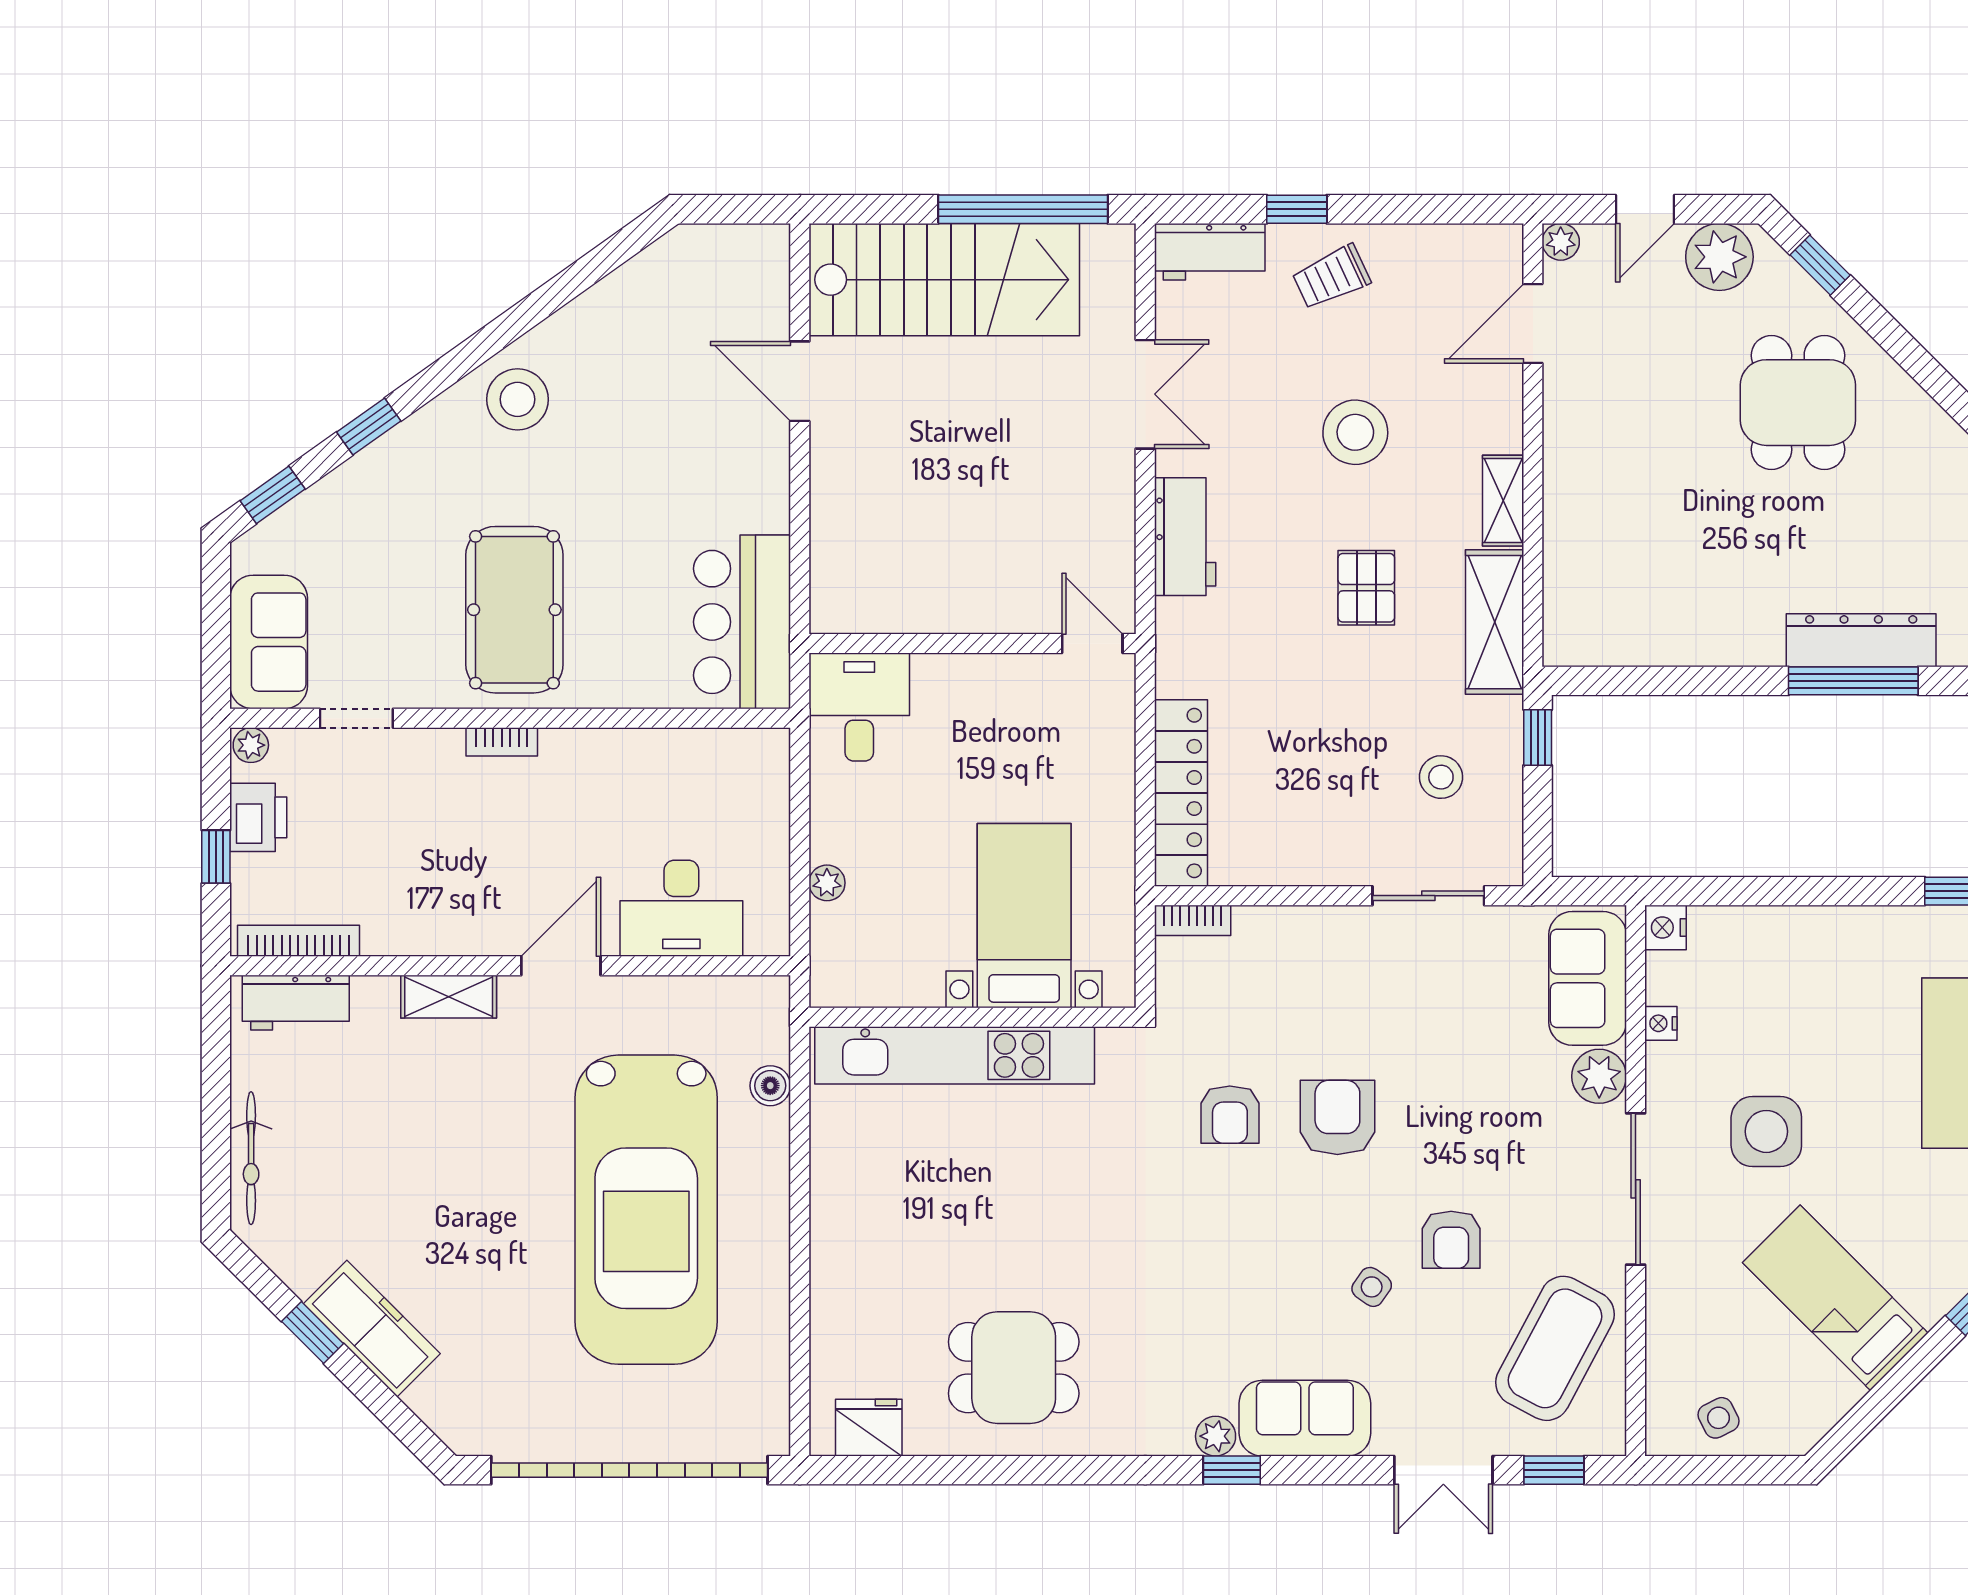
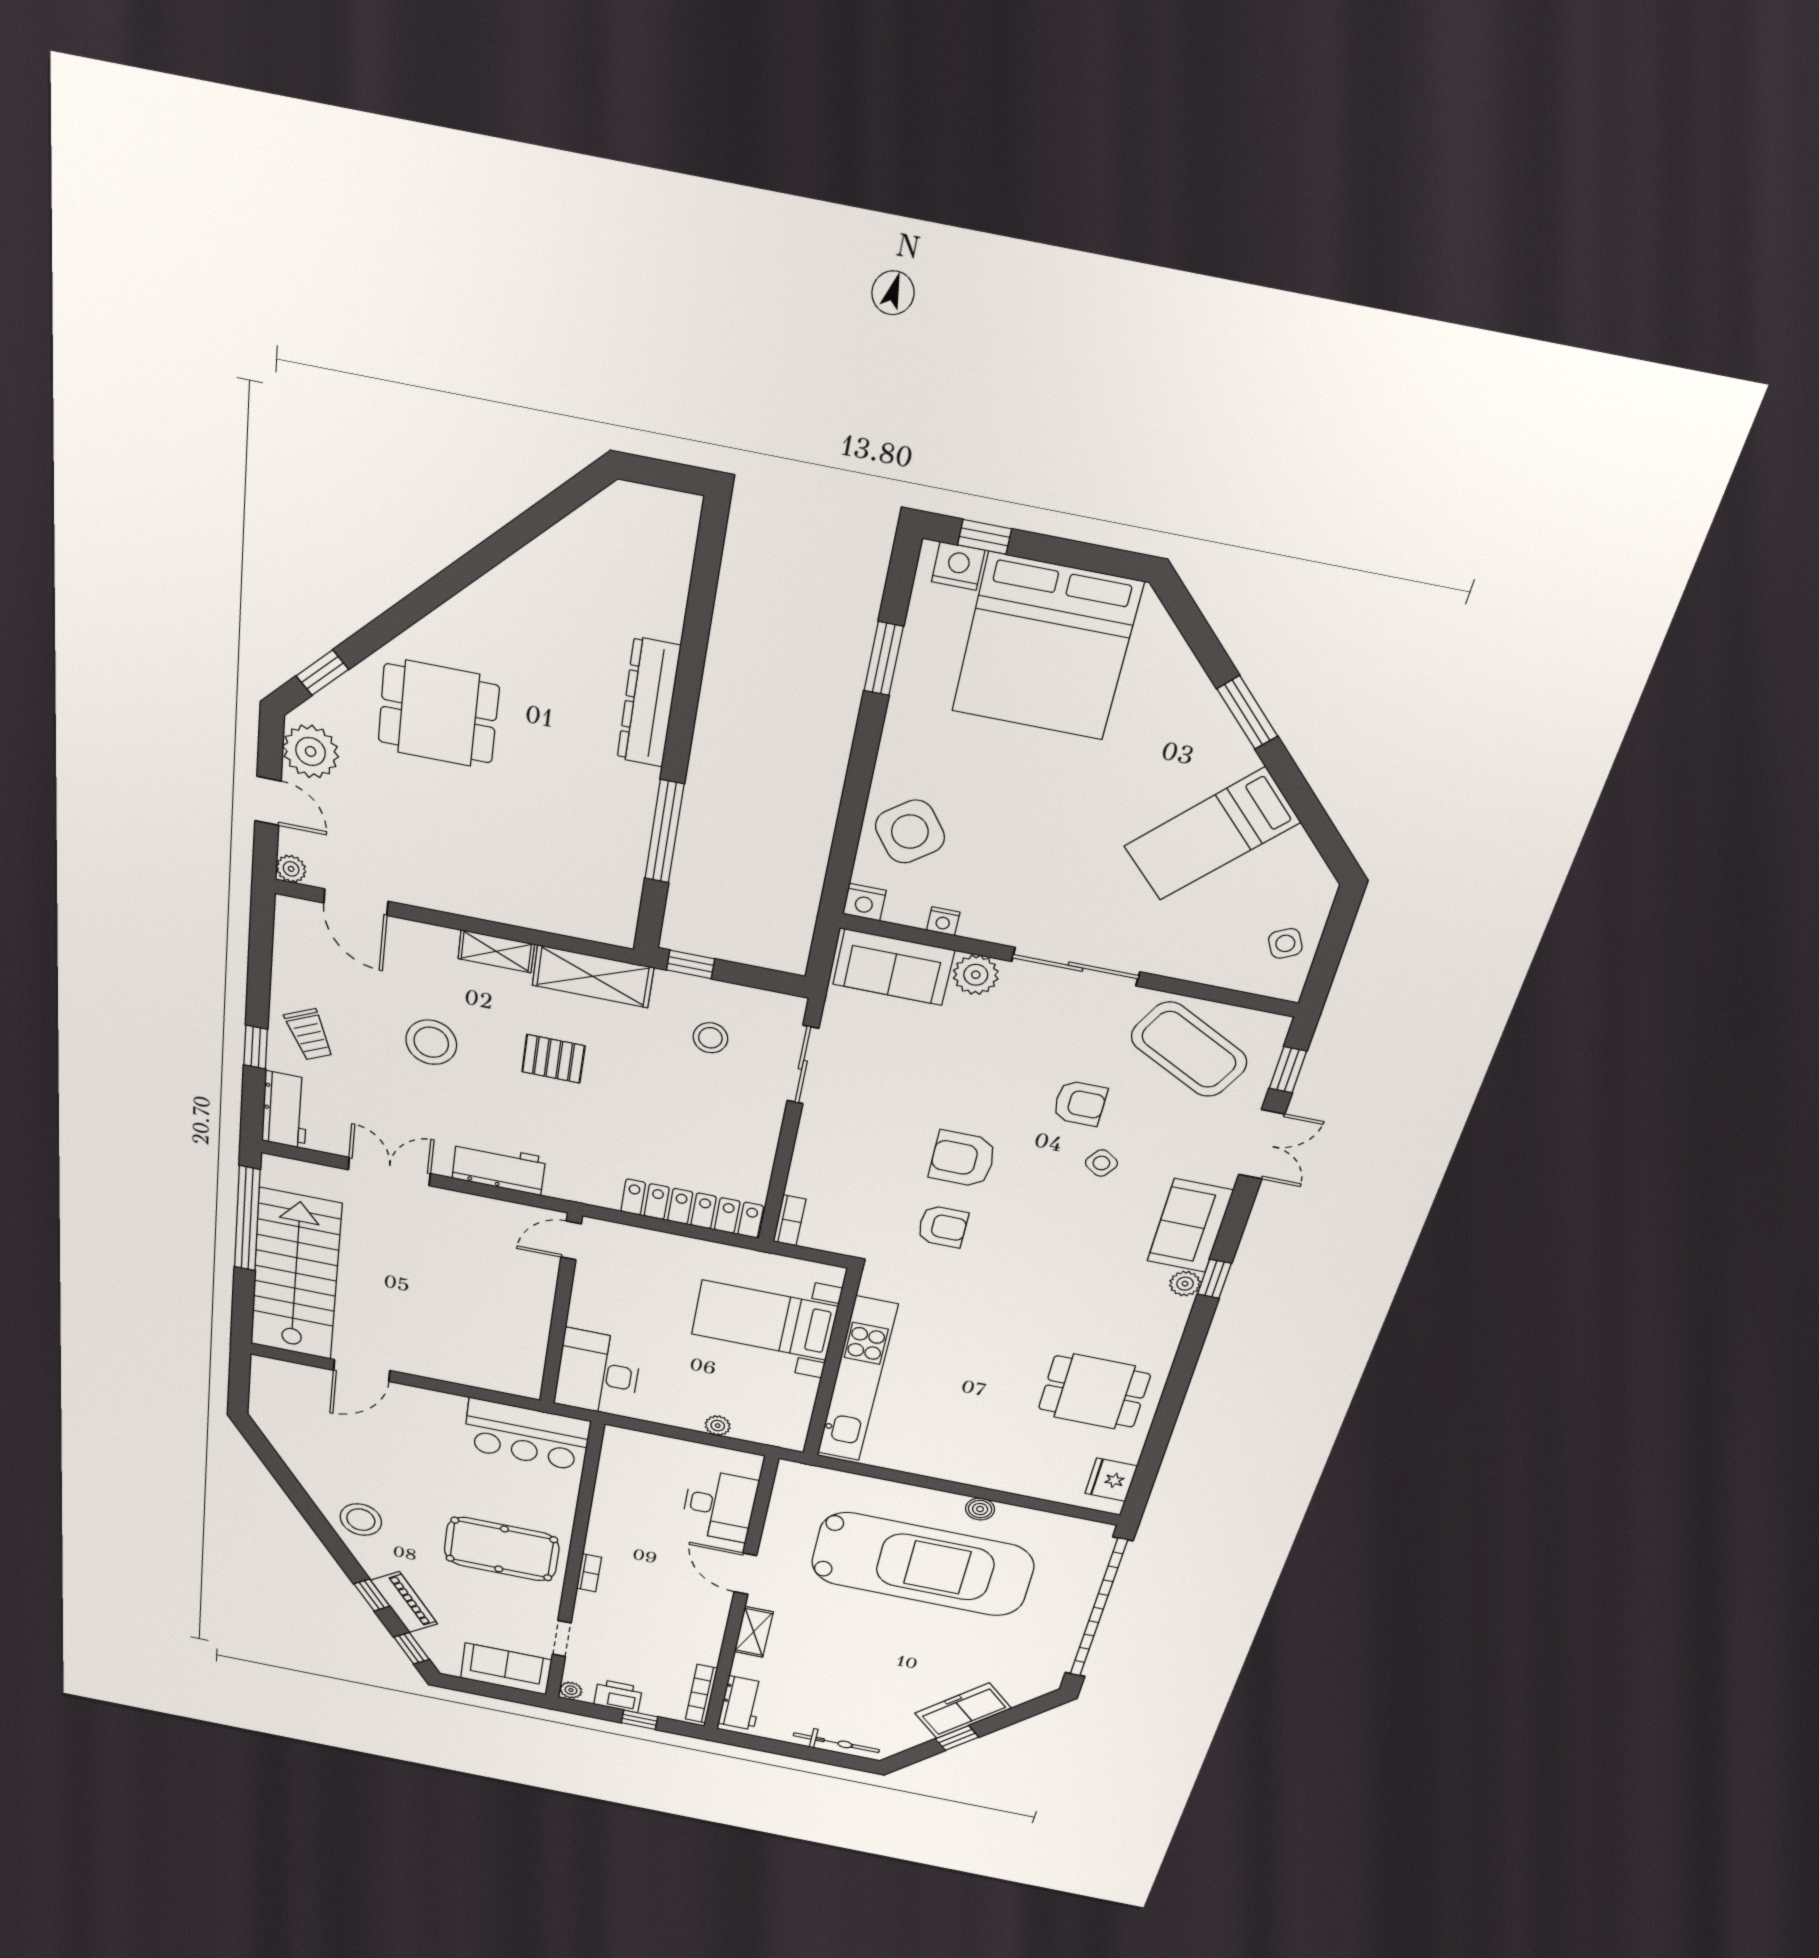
piano: (367, 476) -> (404, 1602), added
window: (1853, 681) -> (664, 832), moved
desk: (859, 707) -> (598, 1373), width x1.37
boiler: (770, 1086) -> (980, 1509), moved
side table: (1766, 1131) -> (910, 832), moved, turned -37
dining table: (1014, 1368) -> (1094, 1392), turned 90

